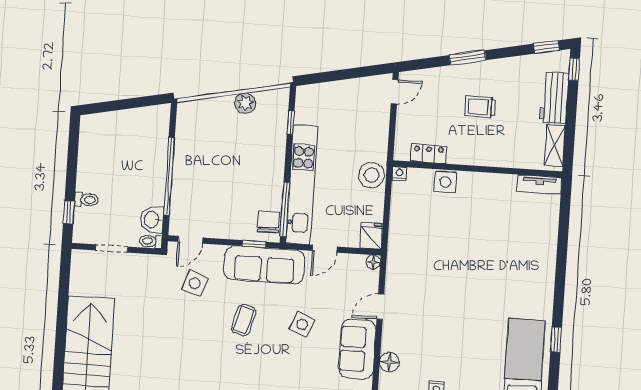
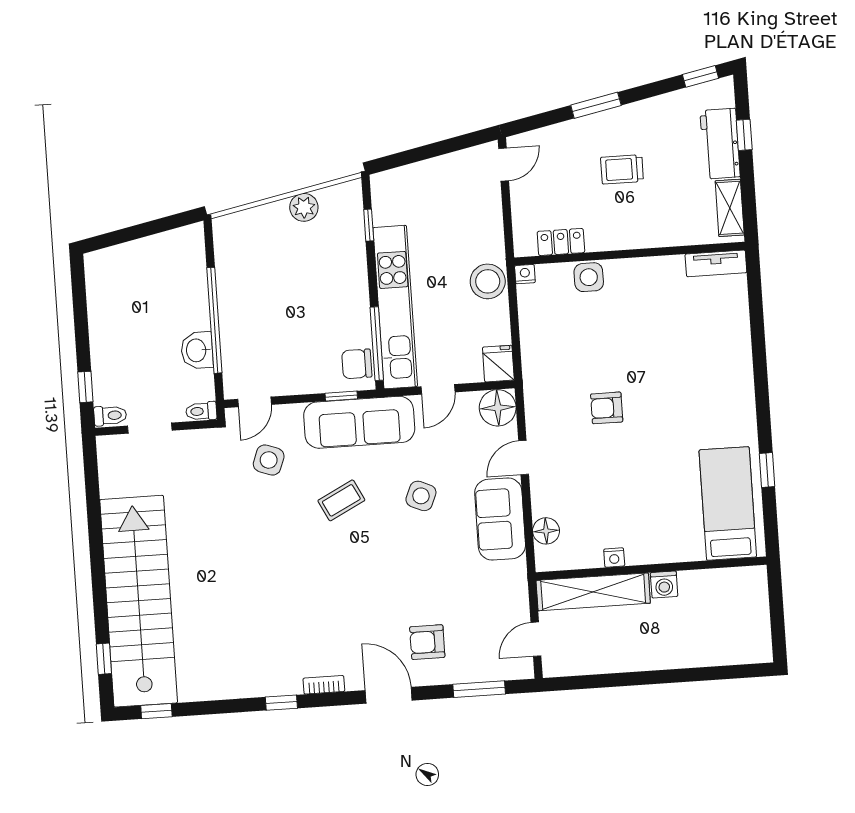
window: (574, 69) -> (744, 135), moved
toilet: (86, 200) -> (110, 416), moved
washbasin: (152, 220) -> (197, 350), moved
chair: (268, 222) -> (357, 364), turned -90
floor lamp: (373, 262) -> (498, 408), width x1.89, depth x1.89
armchair: (446, 279) -> (607, 408), added
coffee table: (244, 320) -> (341, 500), turned 47

